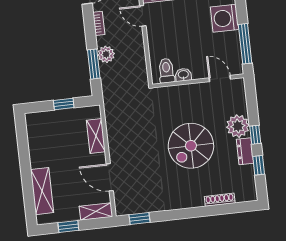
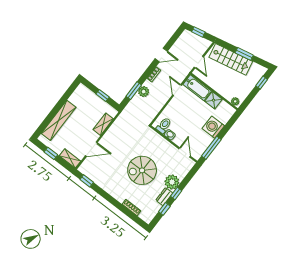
door: (110, 177) -> (91, 149), swing flipped
shelving: (42, 191) -> (59, 120), width x1.47

